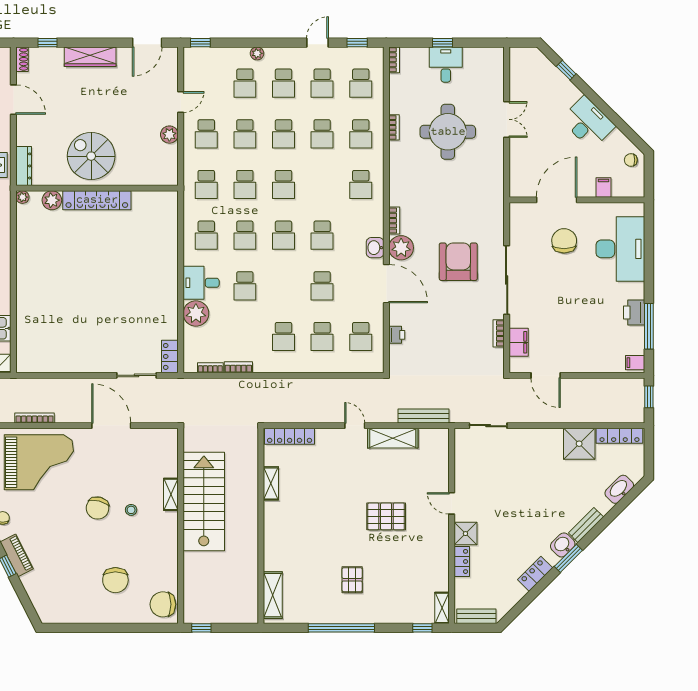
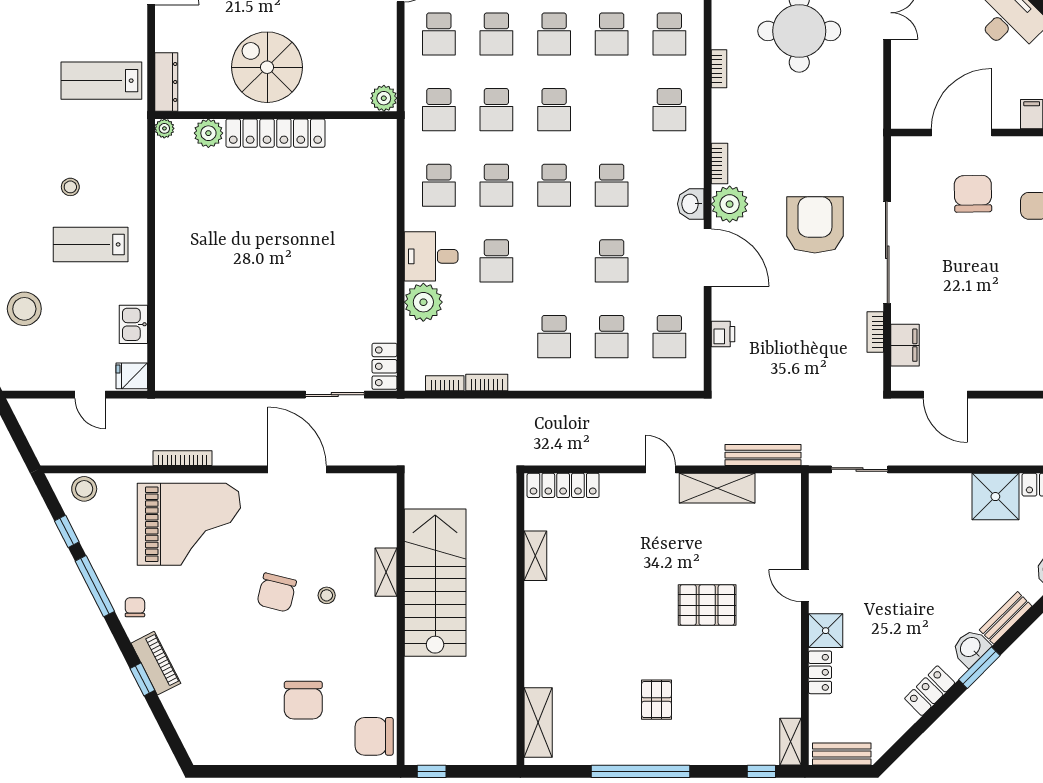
bookcase: (394, 127) -> (719, 69), moved
plant: (169, 135) -> (384, 98), moved

